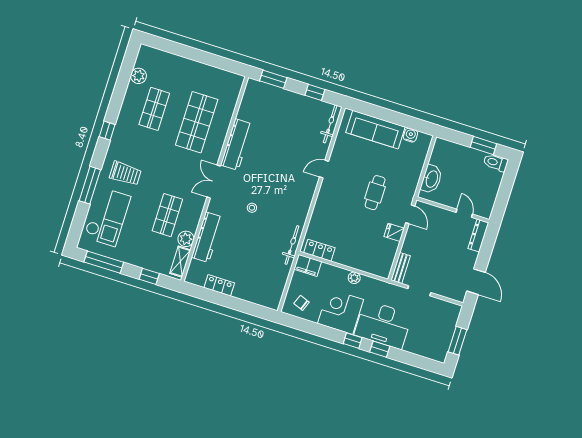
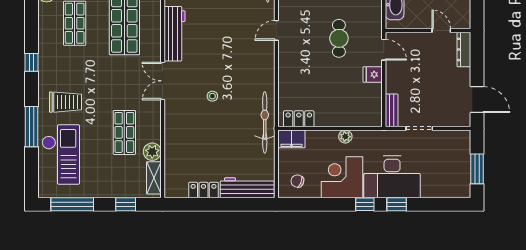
workbench: (207, 237) -> (247, 188), moved, turned -90
bicycle: (292, 245) -> (265, 122), width x1.37, depth x1.40

